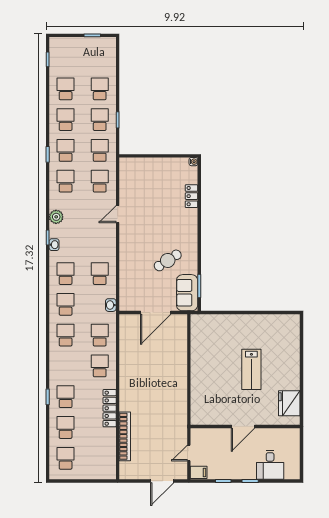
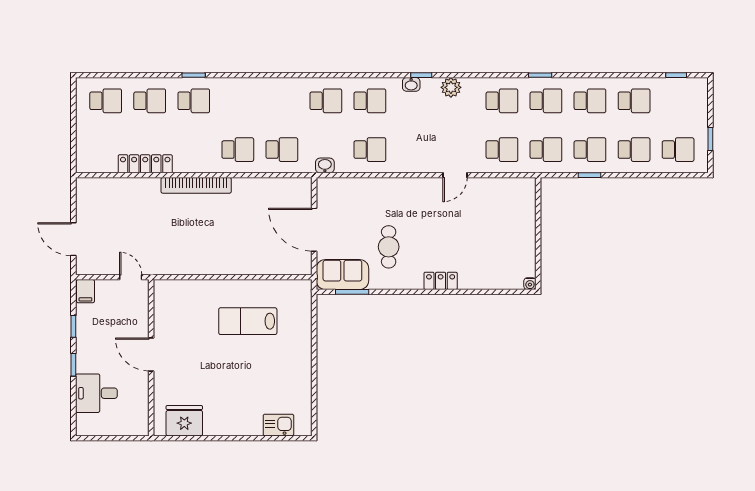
locker: (191, 196) -> (441, 281), moved
door: (118, 214) -> (455, 175), swing flipped
cafe table: (168, 260) -> (389, 247), turned 33
school desk: (66, 335) -> (678, 150), moved
kitchen sink: (292, 337) -> (278, 425), added
lab bench: (251, 369) -> (248, 321), moved
locker: (110, 408) -> (145, 164), moved
bookcase: (125, 436) -> (196, 185), moved
door: (189, 453) -> (131, 277), moved

